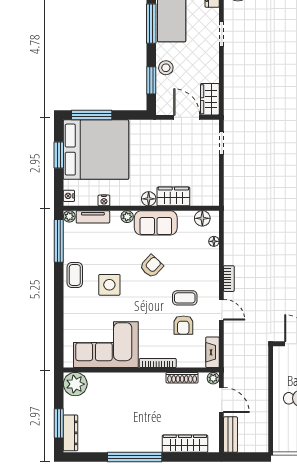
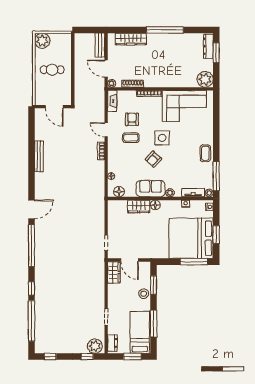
side table: (109, 285) -> (162, 138), moved

